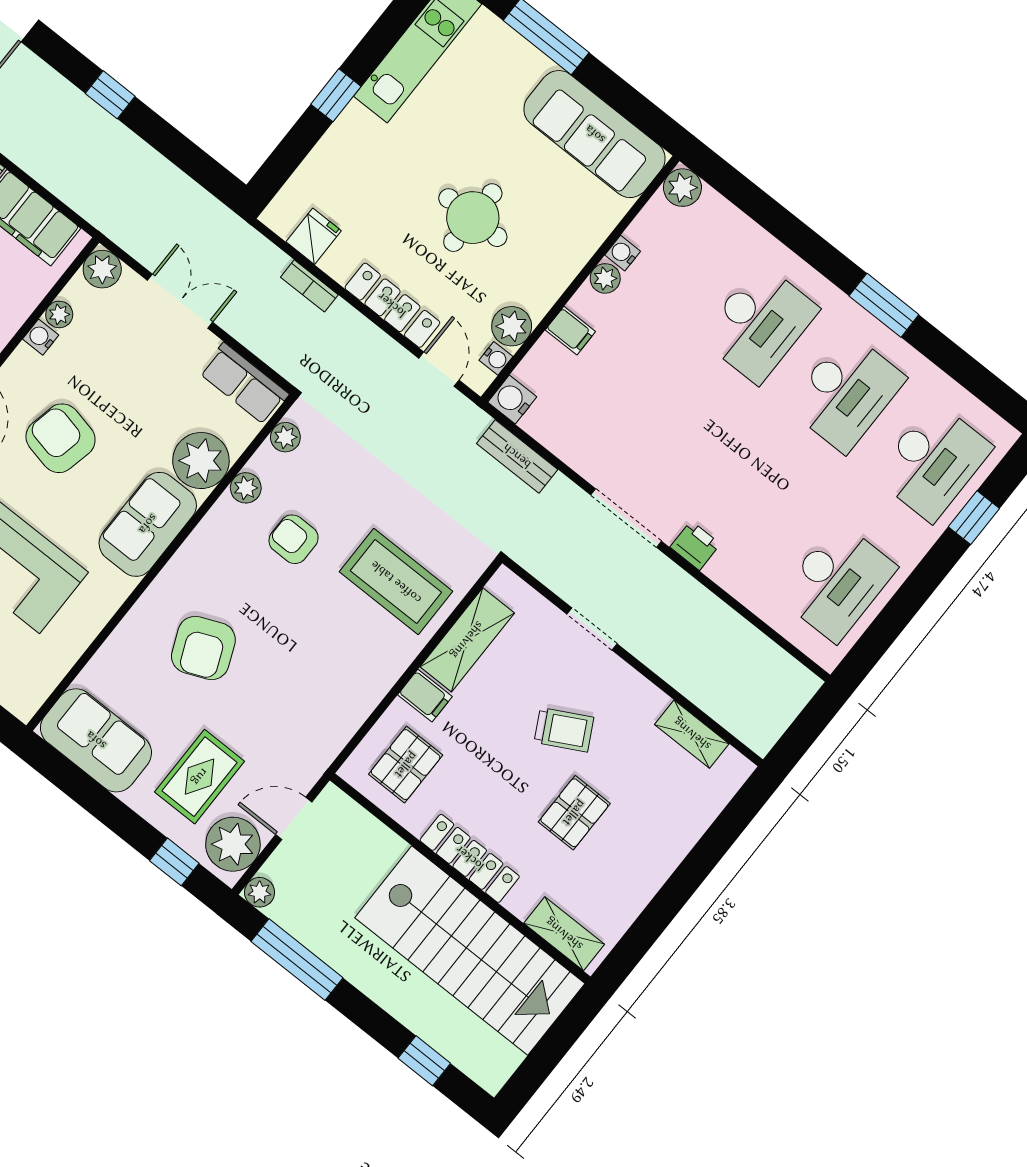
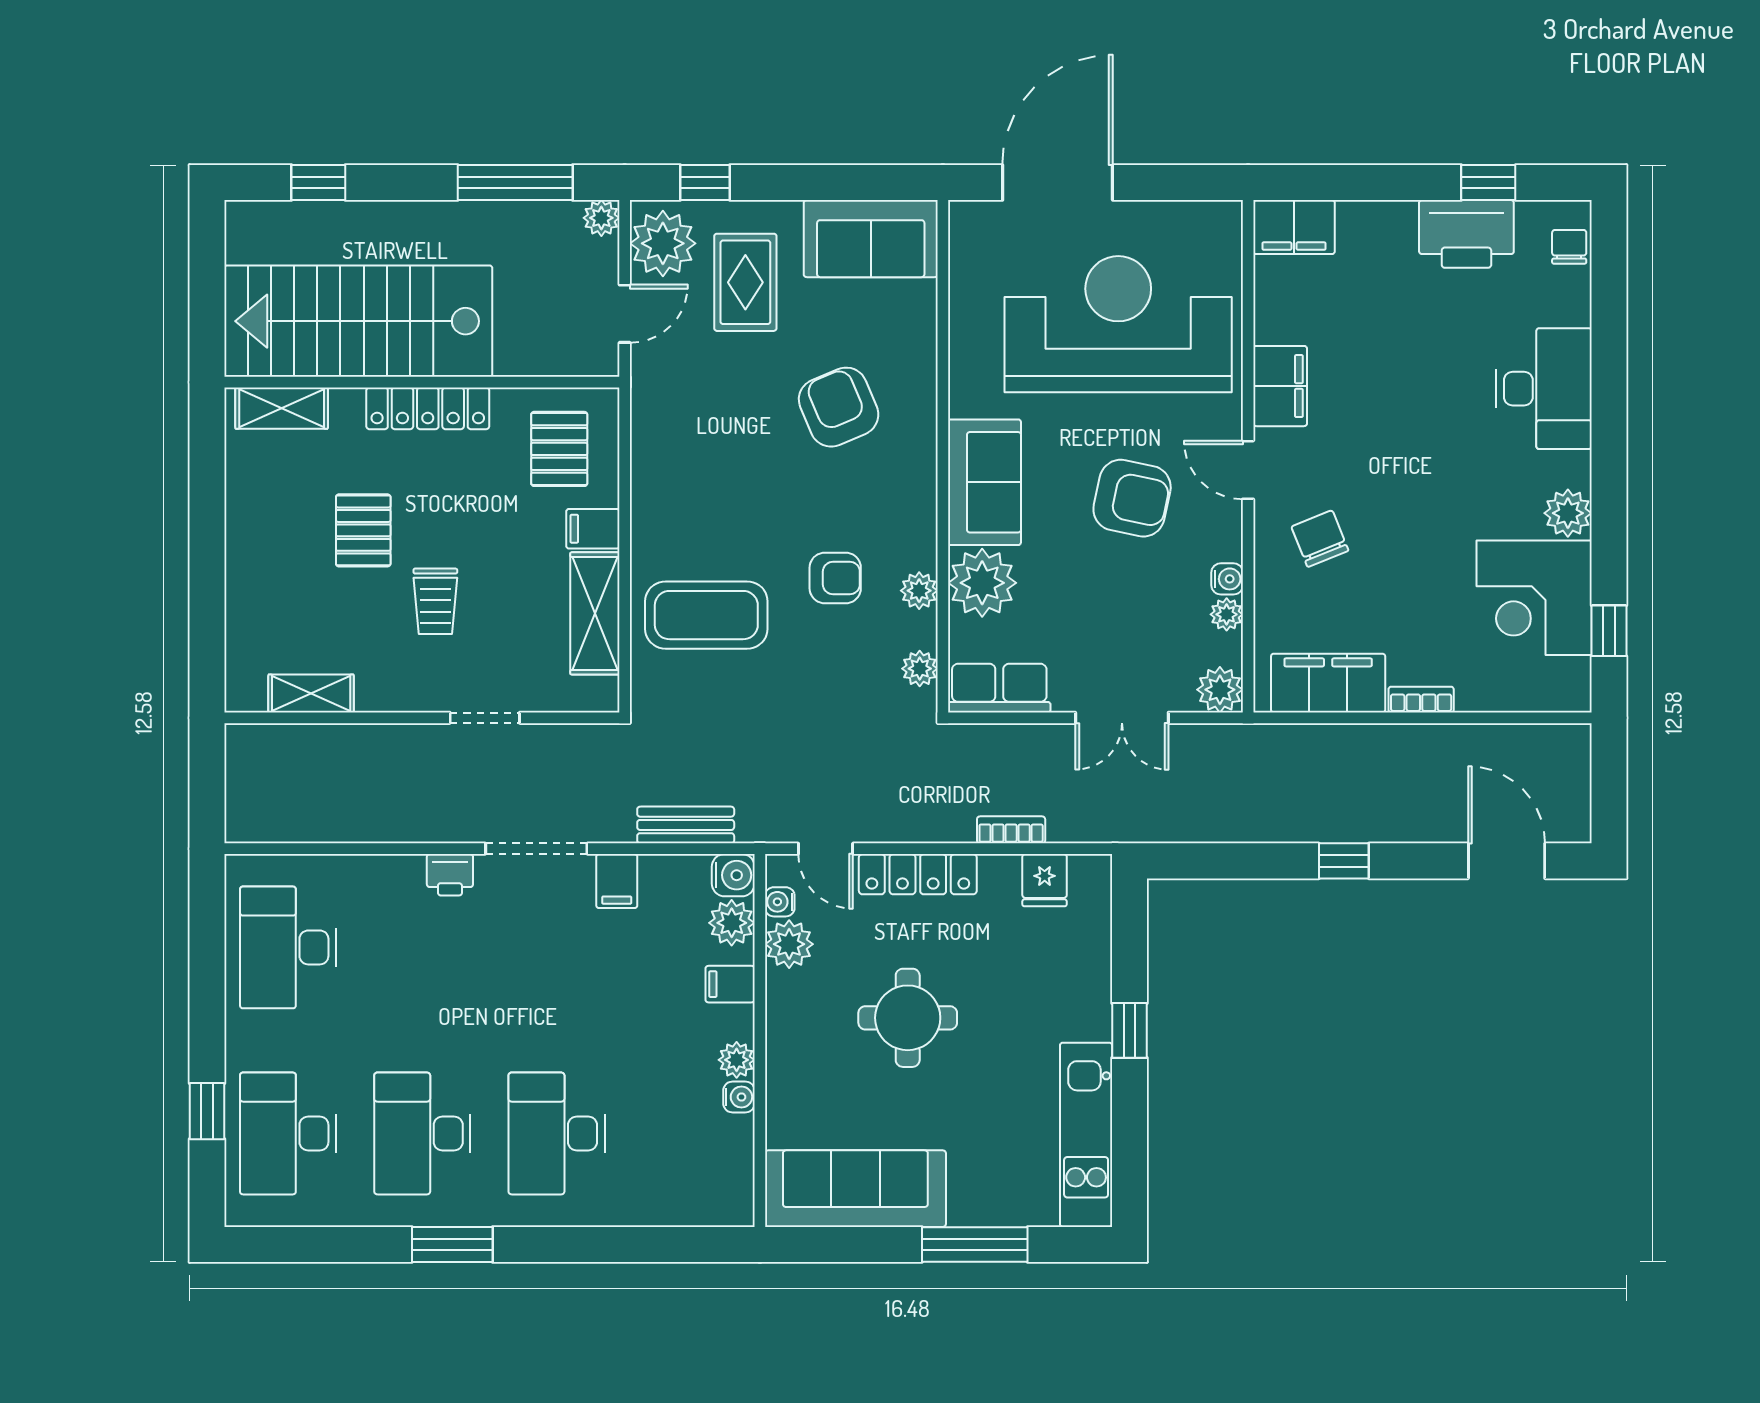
plant: (682, 188) -> (732, 923), moved
filing cabinet: (591, 456) -> (617, 881), added
trolley: (564, 730) -> (435, 601), turned -62

